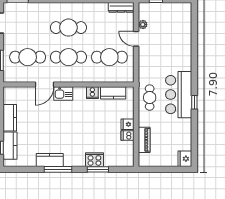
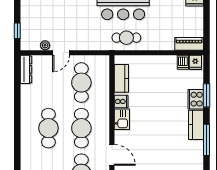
kitchen sink: (63, 93) -> (122, 119), moved
fridge: (127, 124) -> (195, 62), moved
dishwasher: (128, 136) -> (183, 62), moved
piano: (144, 140) -> (189, 44), moved
kitchen counter: (50, 160) -> (196, 125), moved

